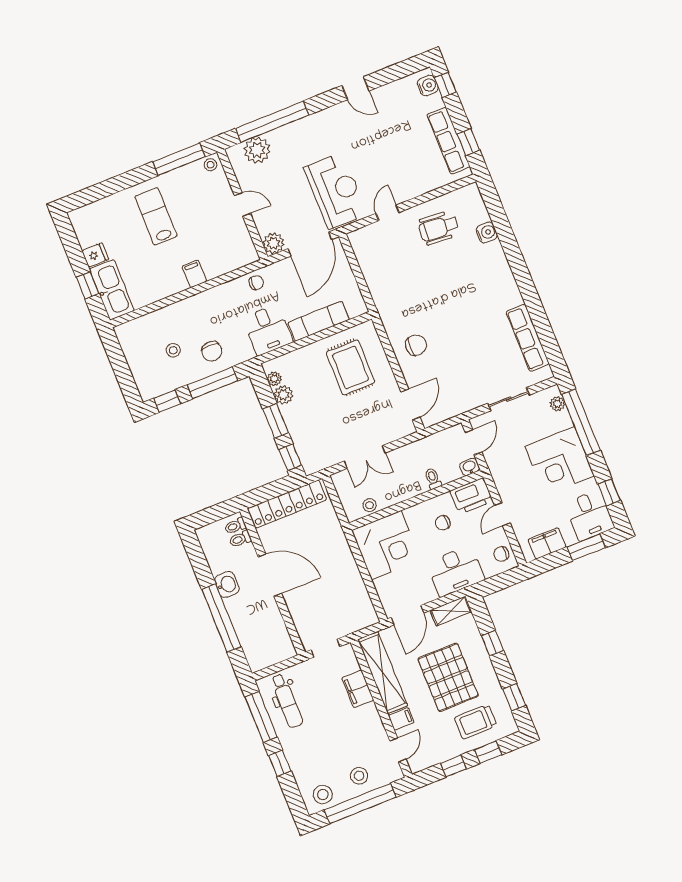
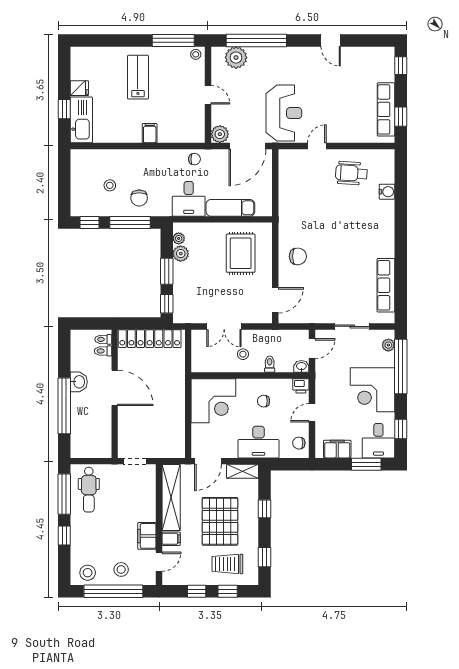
water cooler: (428, 86) -> (387, 61), removed
printer: (471, 496) -> (301, 386), width x0.53, depth x0.68
stool: (370, 505) -> (243, 354), moved
filing cabinet: (358, 689) -> (147, 536), moved

